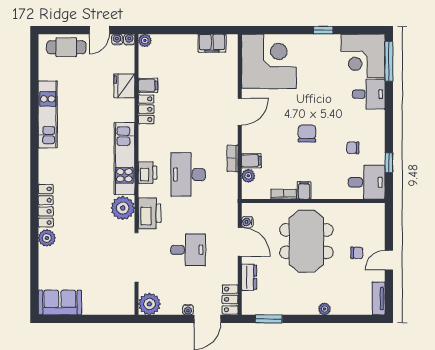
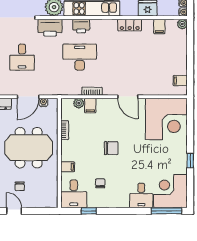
filing cabinet: (212, 43) -> (180, 81), width x0.50
filing cabinet: (148, 85) -> (159, 26), moved
filing cabinet: (304, 190) -> (68, 167), moved

